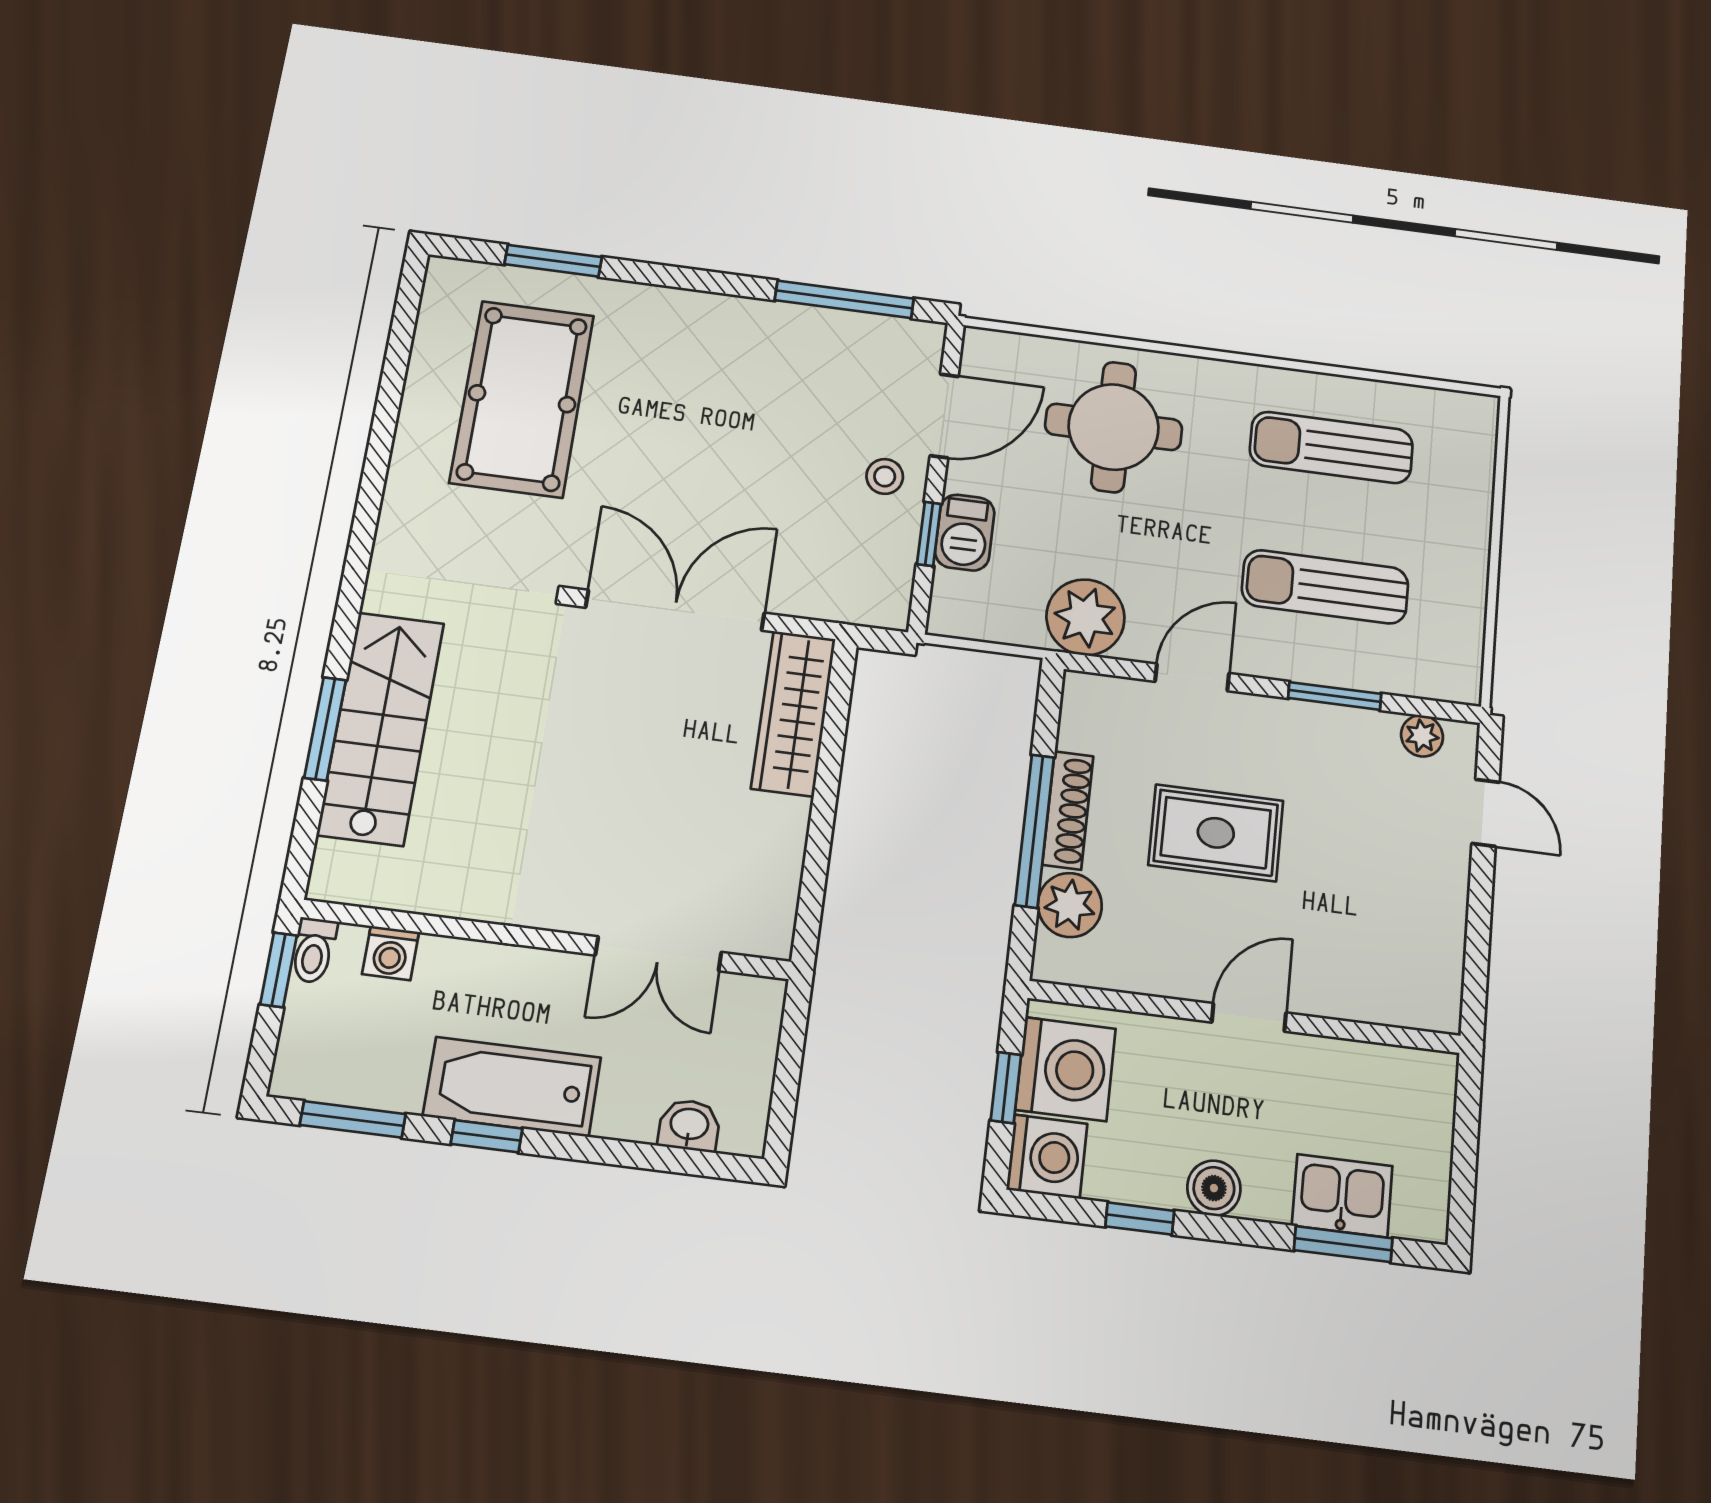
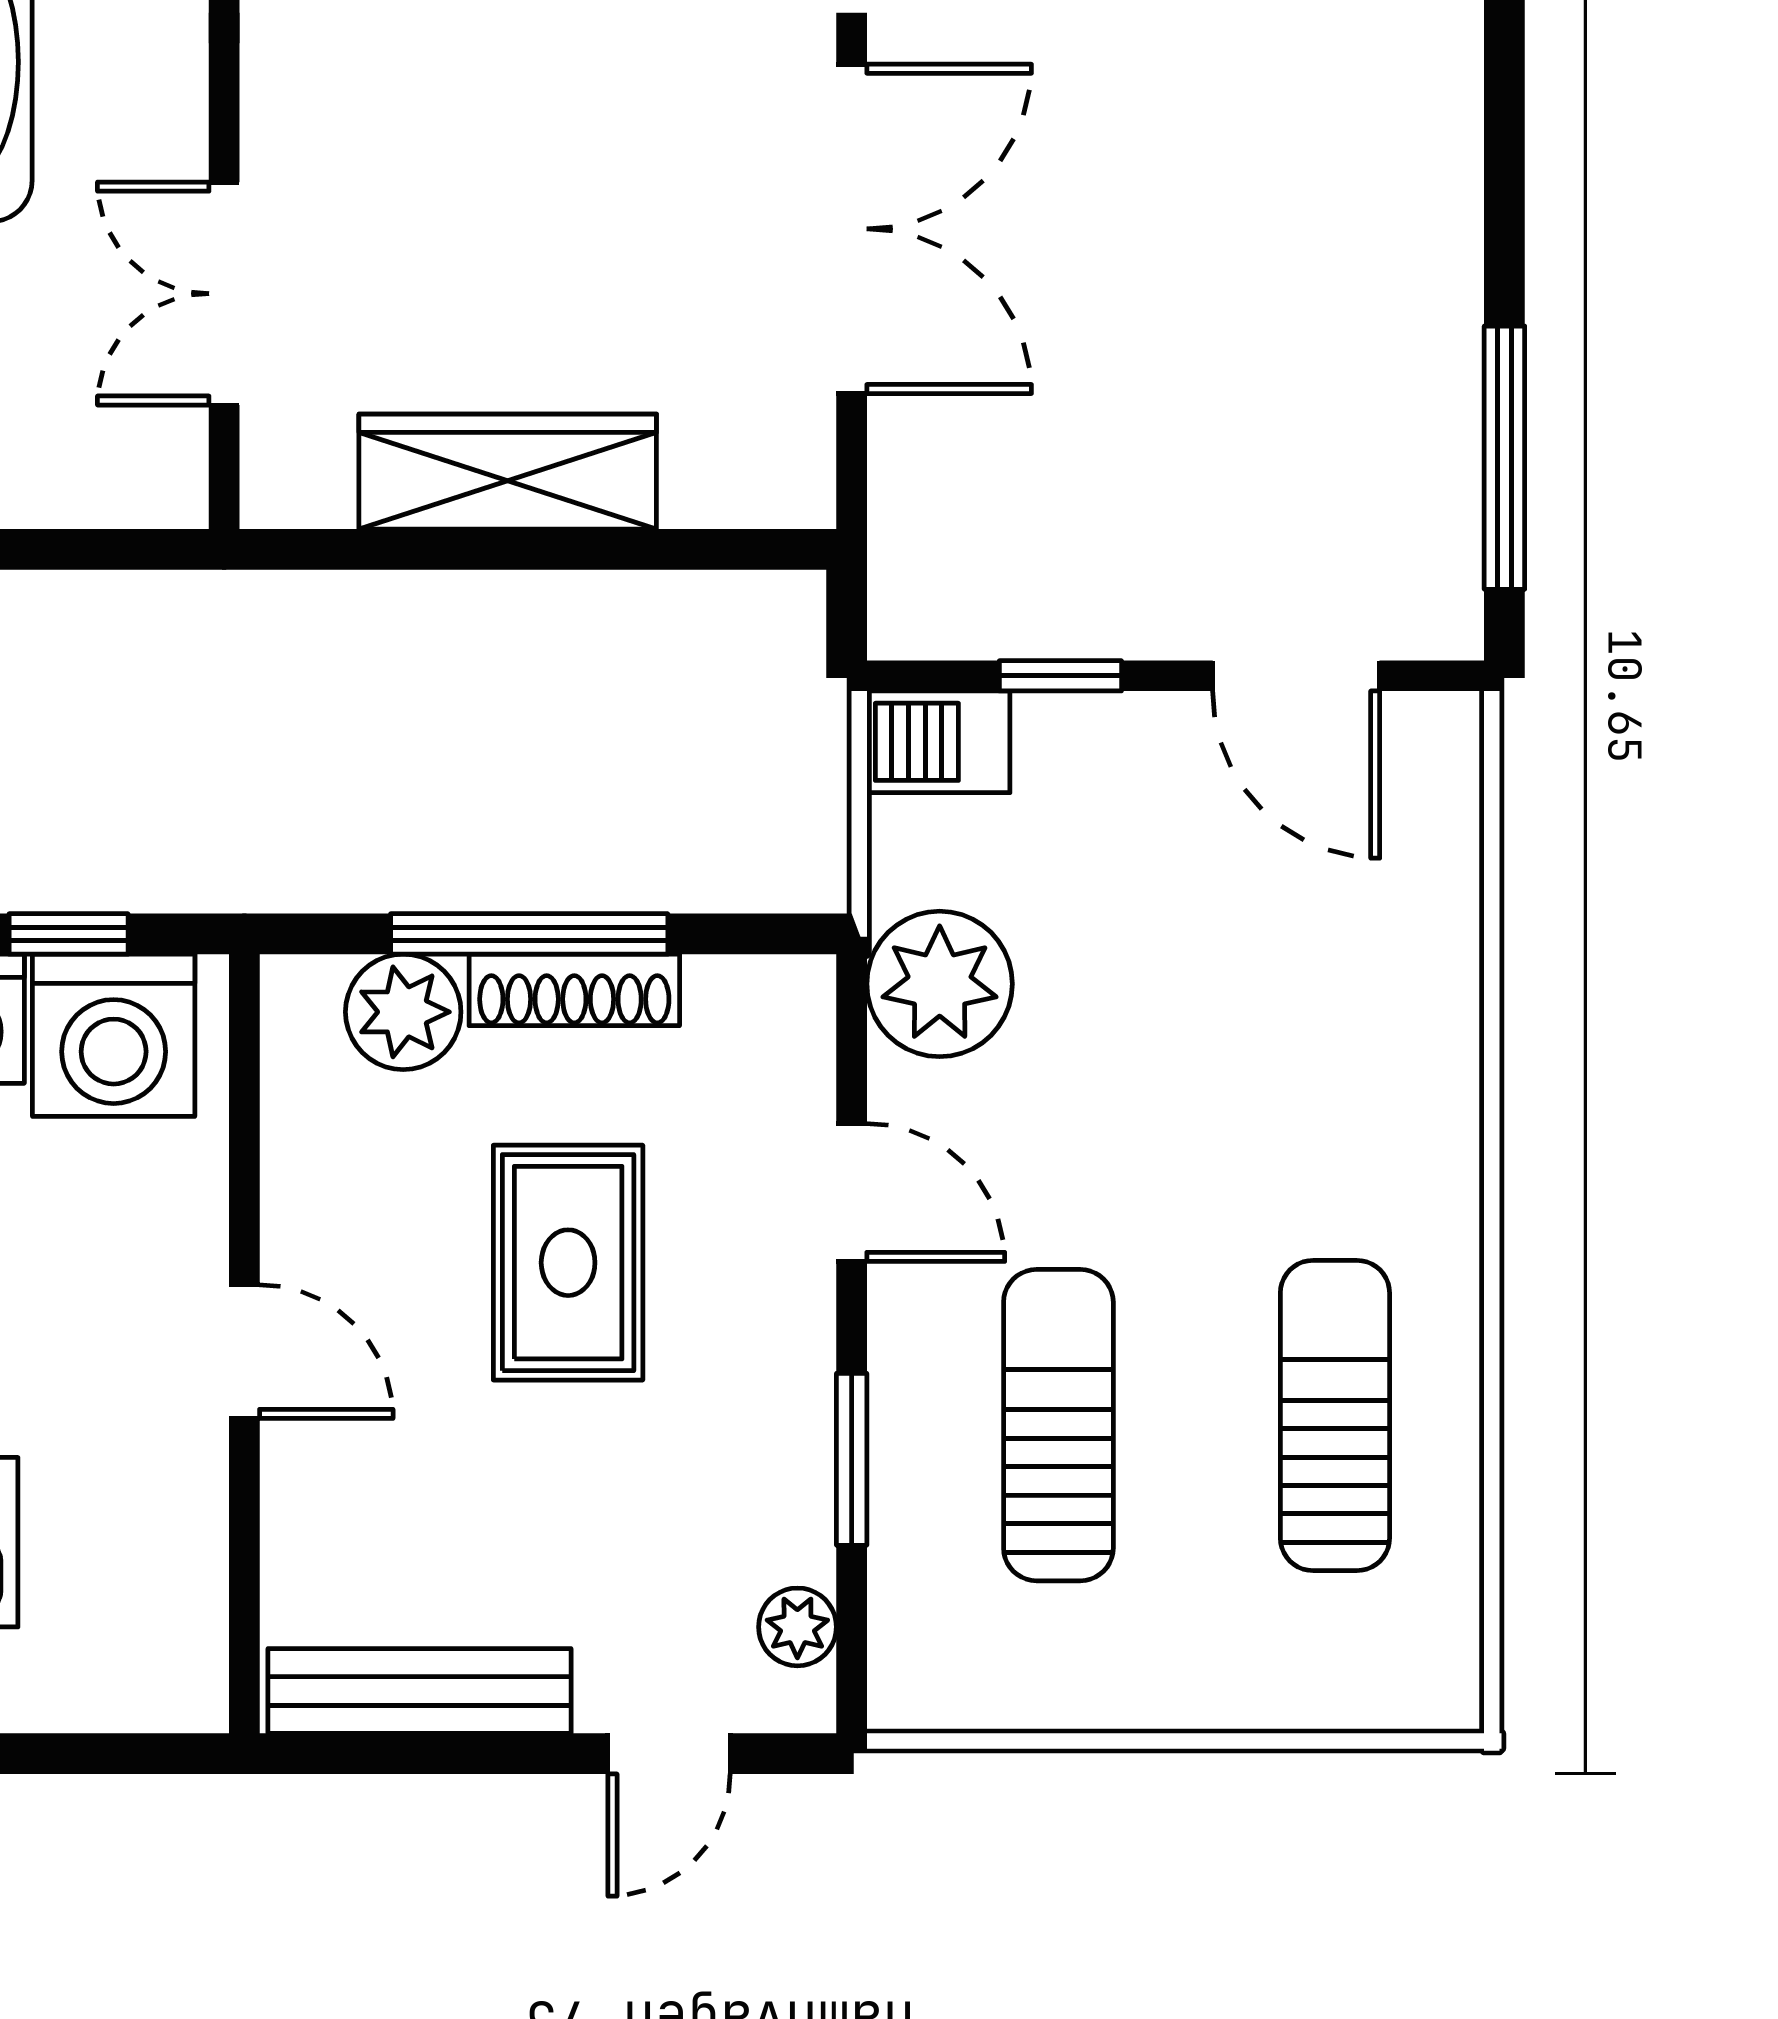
round table: (1114, 427) -> (1319, 998), removed
stool: (885, 476) -> (1161, 579), removed
barbecue: (965, 533) -> (938, 742), moved
wardrobe: (793, 713) -> (508, 472), moved
bench: (1443, 944) -> (420, 1691), added

